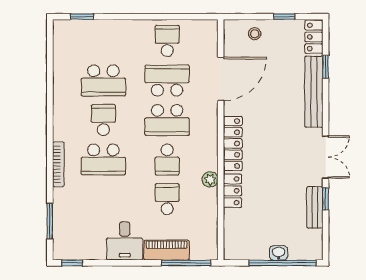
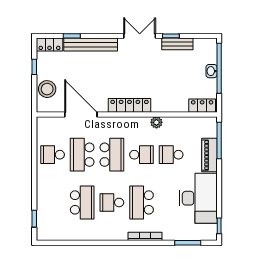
stool: (255, 34) -> (47, 89), width x1.89, depth x1.89
school desk: (103, 160) -> (142, 202), turned 180
locker: (232, 191) -> (202, 106), moved
desk: (125, 241) -> (198, 198), width x1.87, depth x1.30

